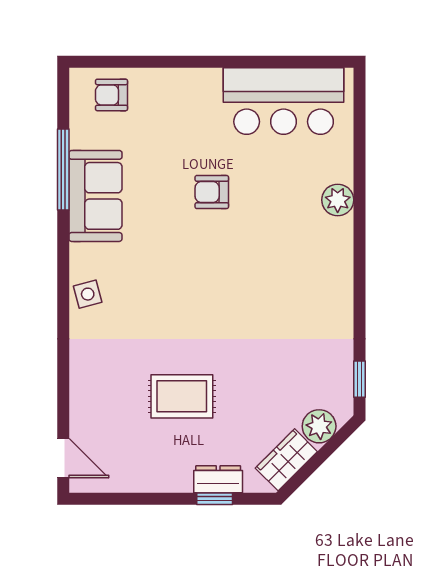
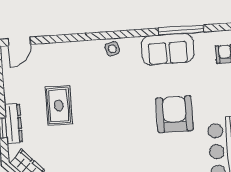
armchair: (212, 192) -> (175, 114), width x1.88, depth x1.88
dresser: (218, 479) -> (13, 123), width x1.44

